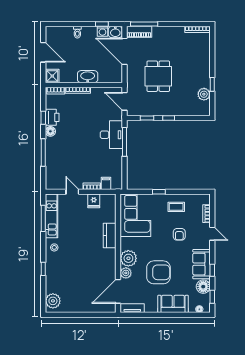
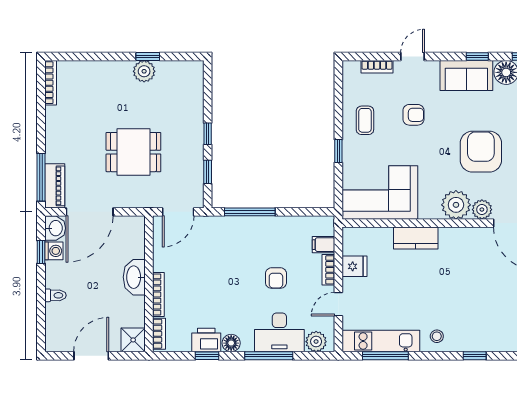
plant: (204, 94) -> (144, 71), moved
desk: (111, 135) -> (279, 332), moved, turned 180
armchair: (87, 157) -> (276, 278), added
plant: (51, 179) -> (316, 342), added

